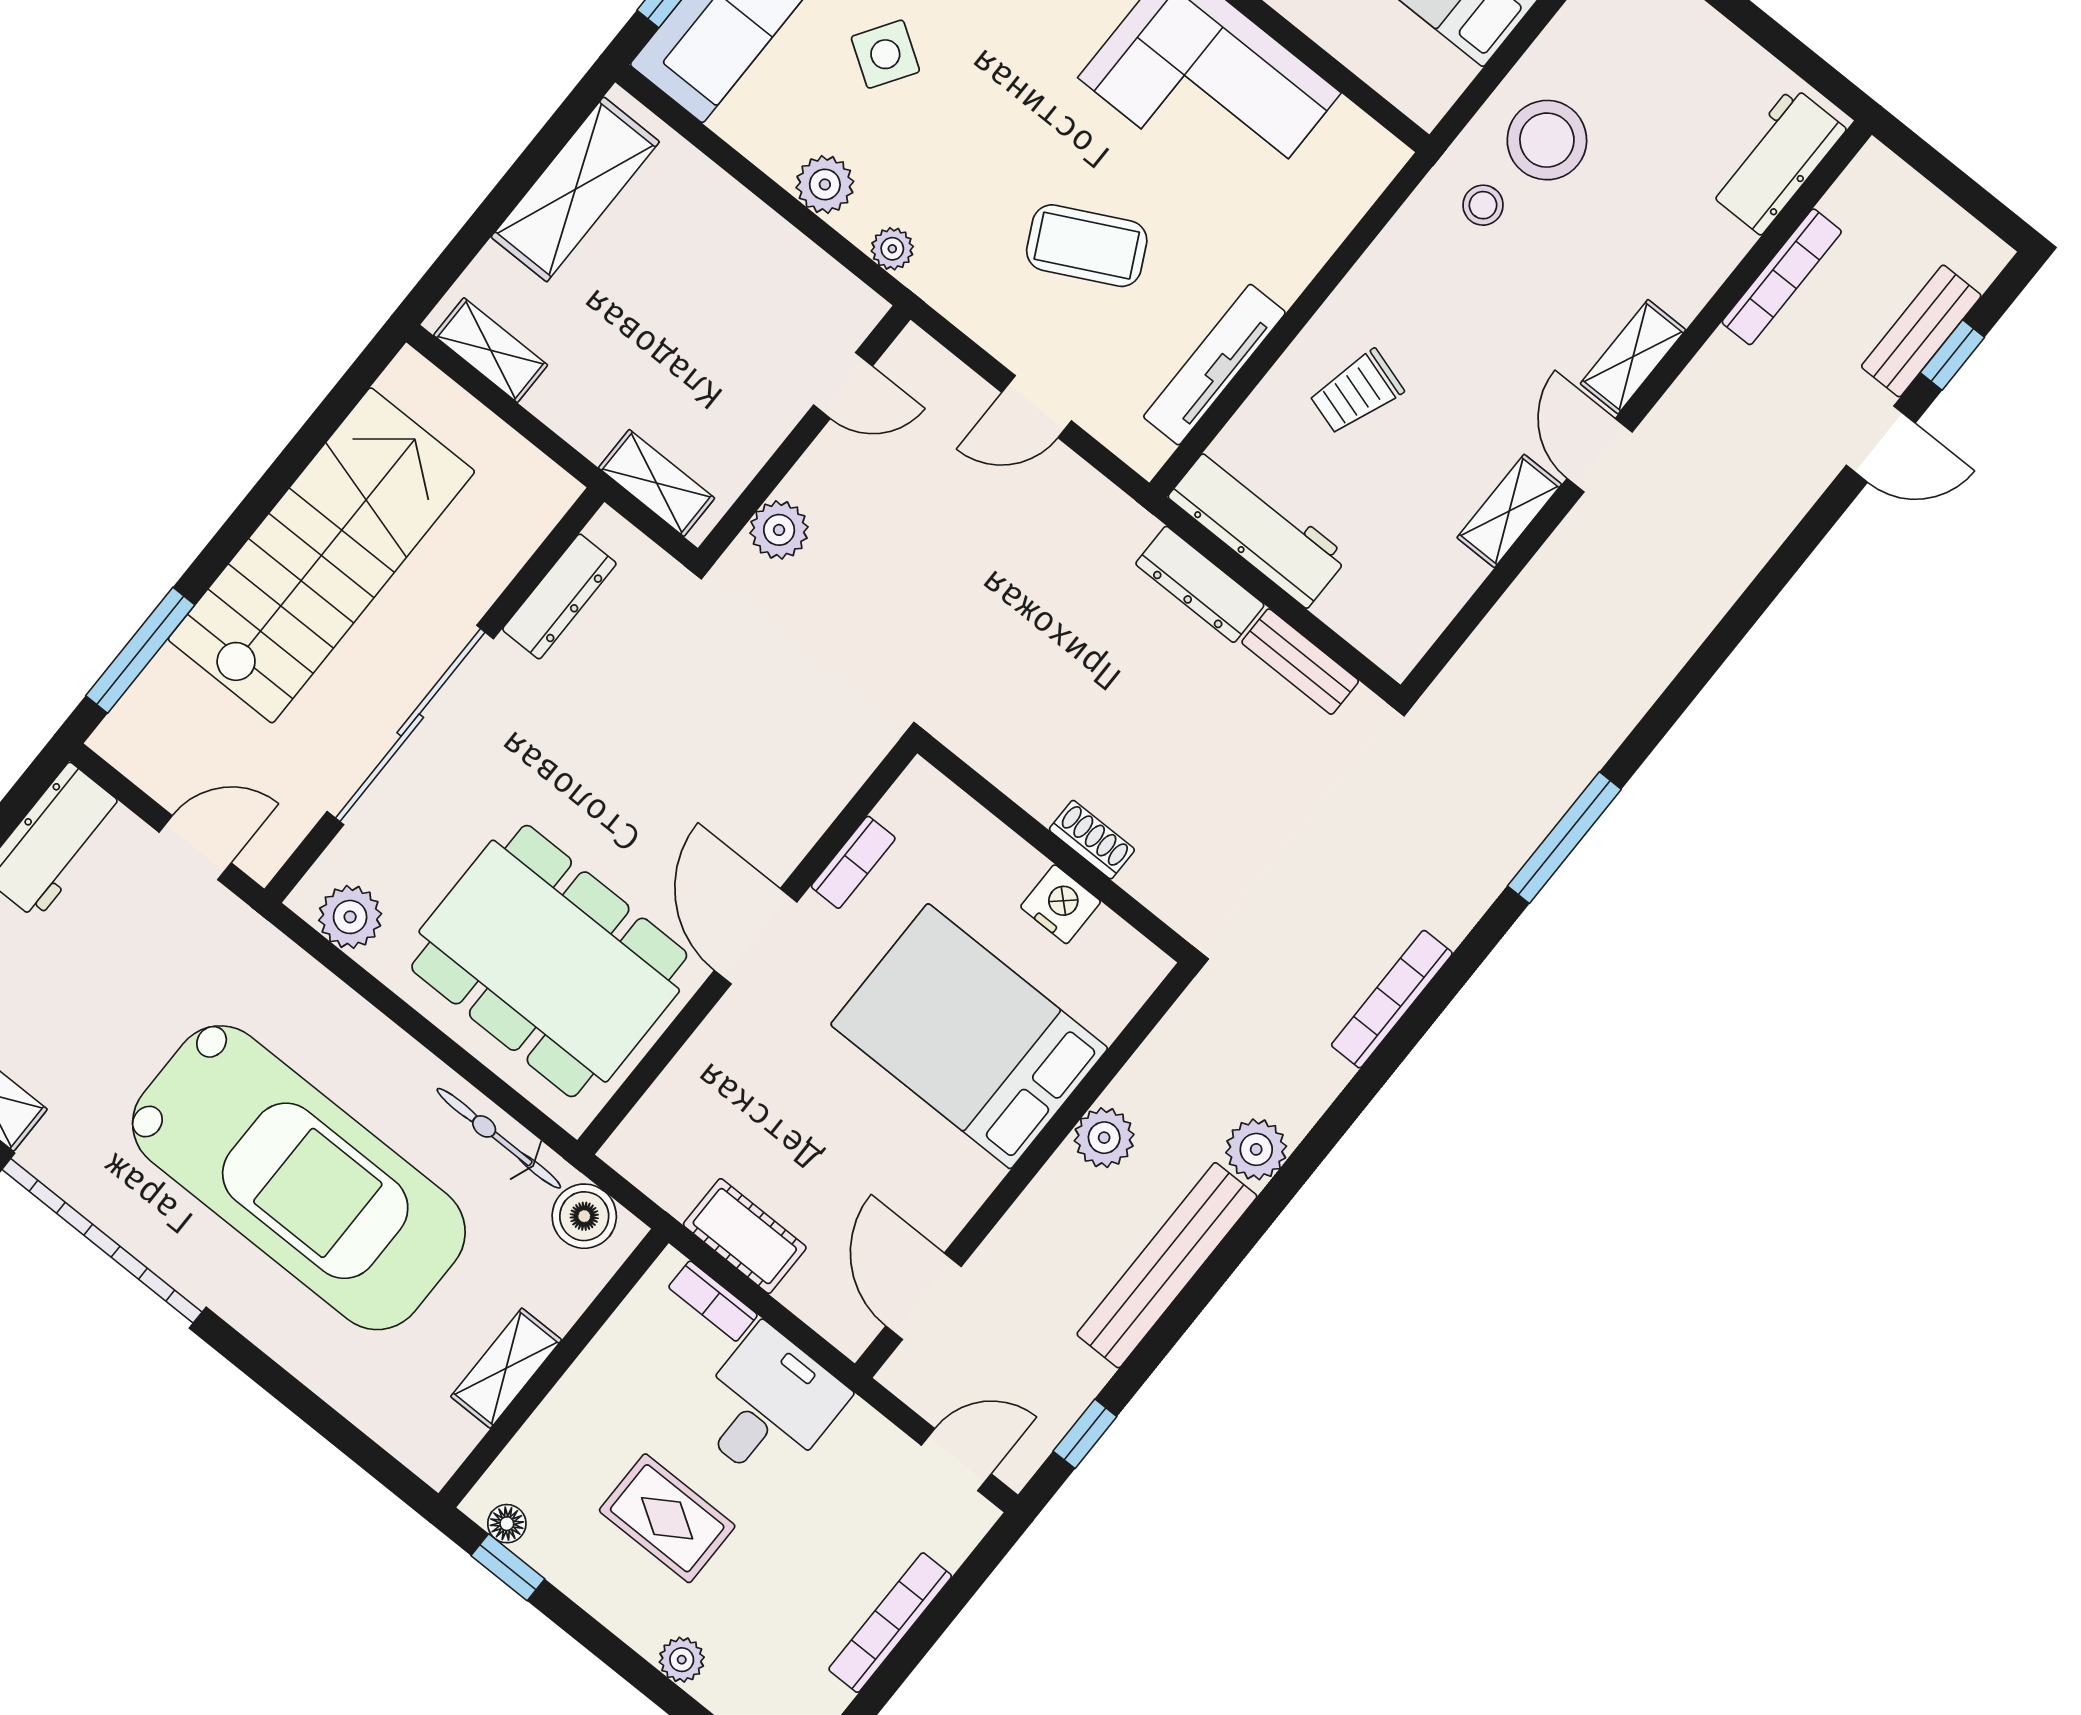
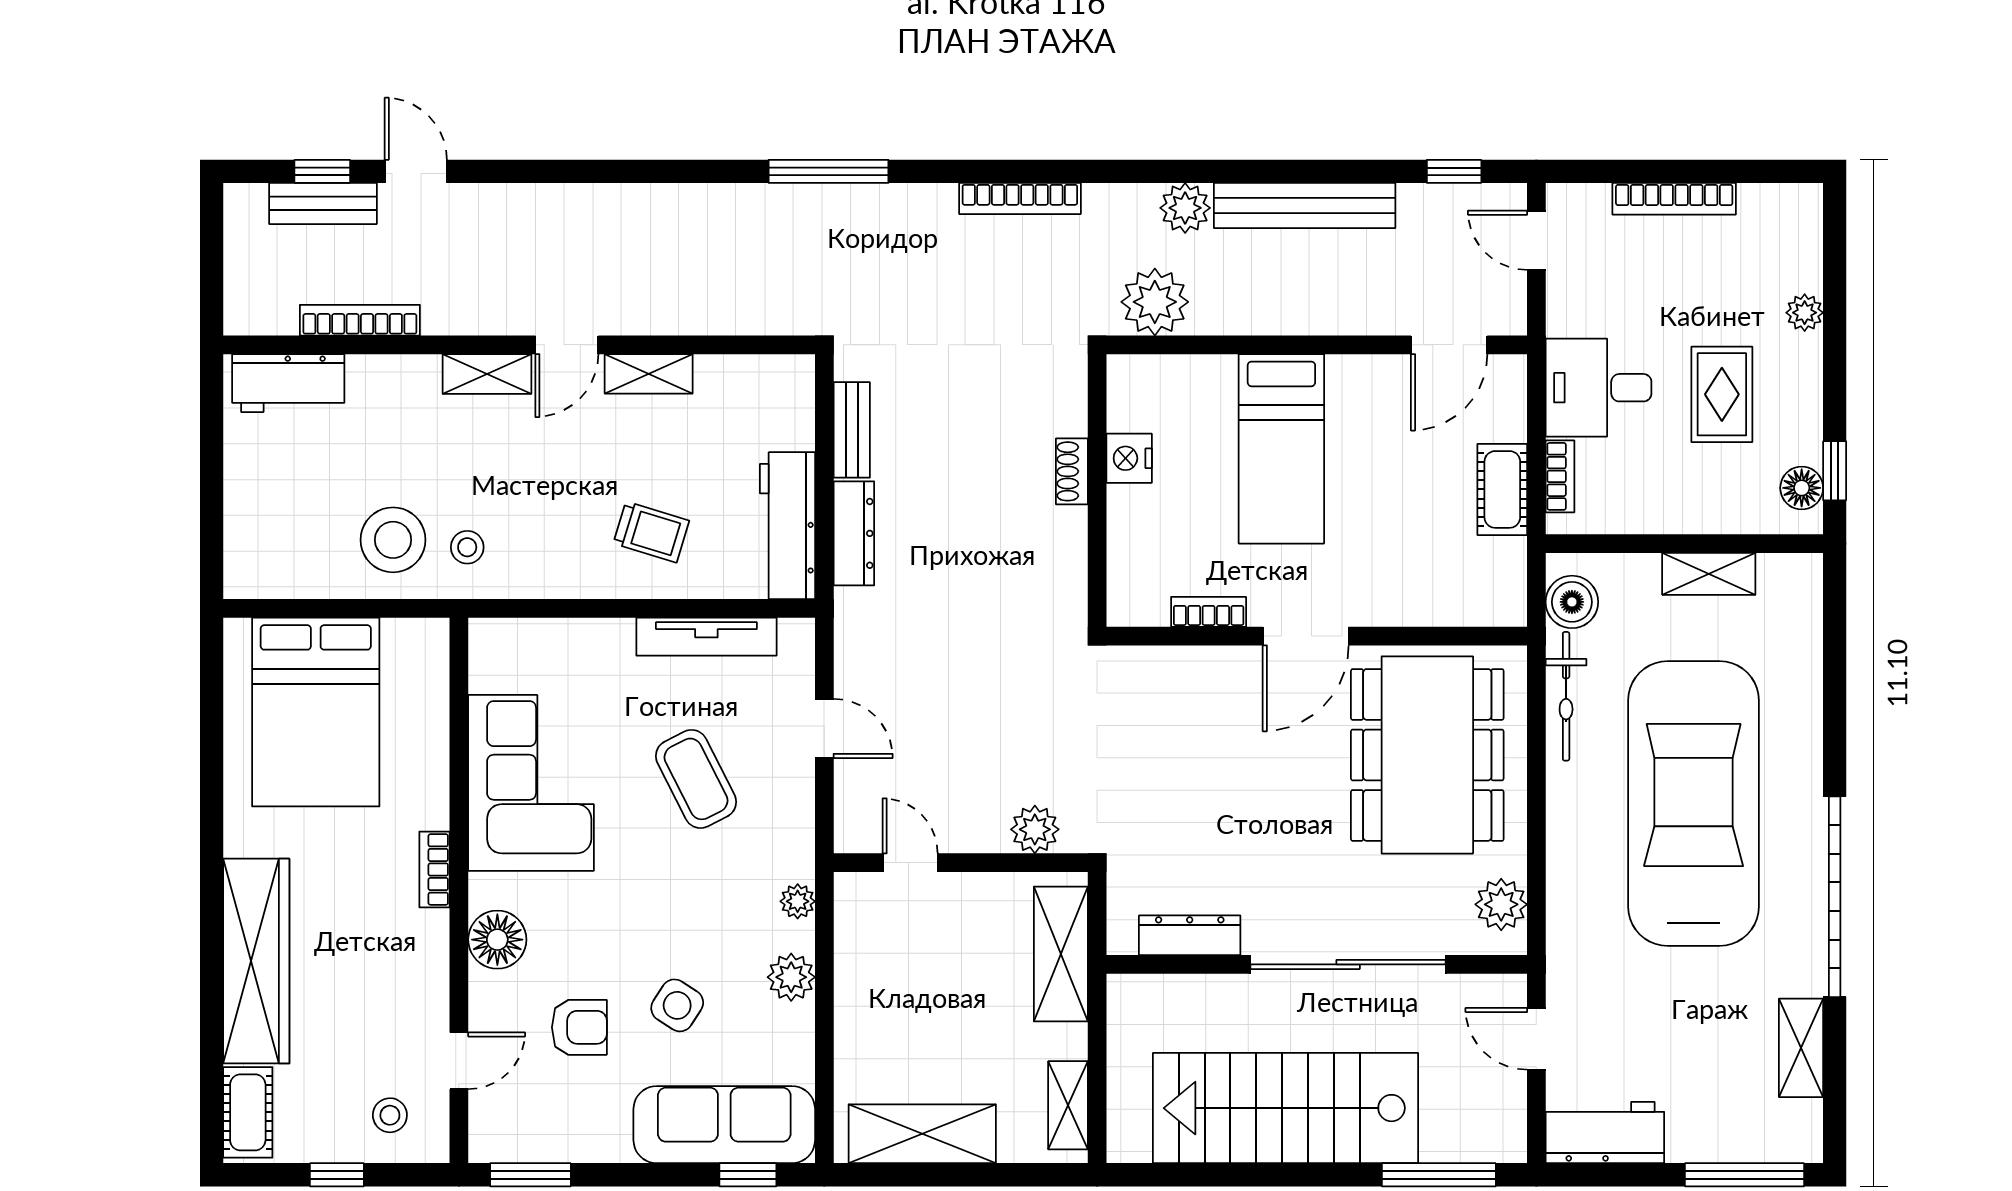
shelving: (657, 483) -> (1061, 954), width x1.50, depth x1.33
bed: (969, 1036) -> (1281, 449), width x0.67
plant: (1104, 1138) -> (1155, 302), moved, width x1.36, depth x1.36
floor lamp: (507, 1524) -> (1802, 488), width x1.37, depth x1.37

